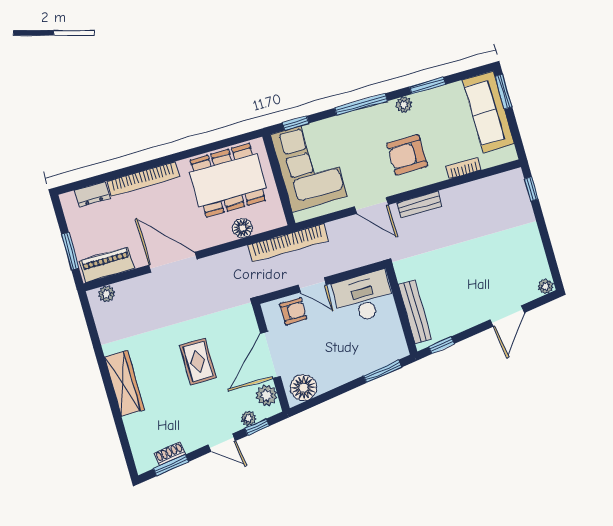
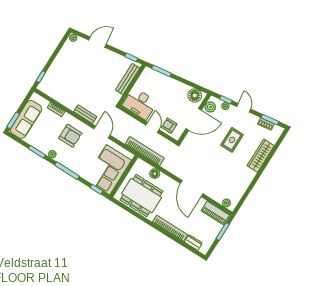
rug: (198, 361) -> (232, 140), moved
wardrobe: (124, 383) -> (261, 156), moved

